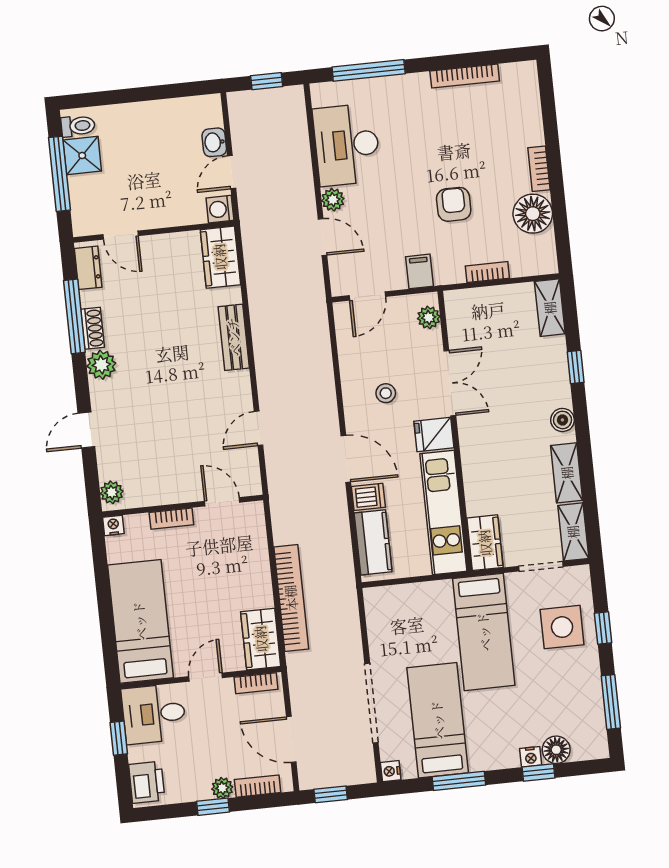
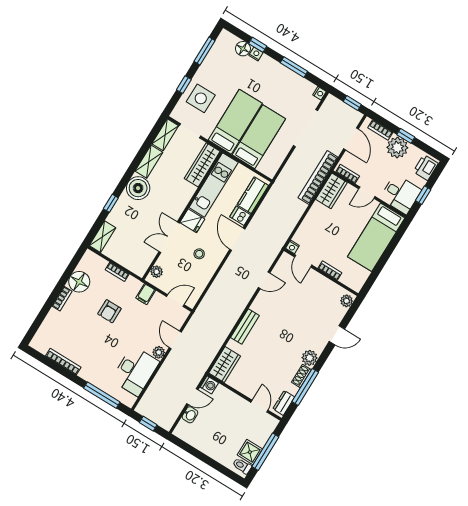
boiler: (562, 420) -> (138, 188), width x1.86, depth x1.86
nightstand: (113, 525) -> (292, 247), moved
wardrobe: (485, 543) -> (202, 165), width x1.50
bookcase: (291, 598) -> (318, 178), moved
bed: (438, 720) -> (259, 137), moved, turned 180
plant: (222, 788) -> (397, 148), width x1.88, depth x1.88

